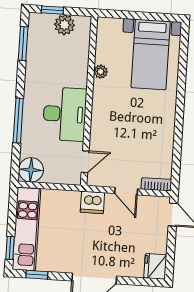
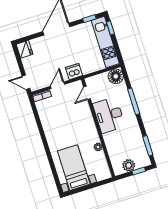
door: (126, 191) -> (58, 85), hinge flipped

